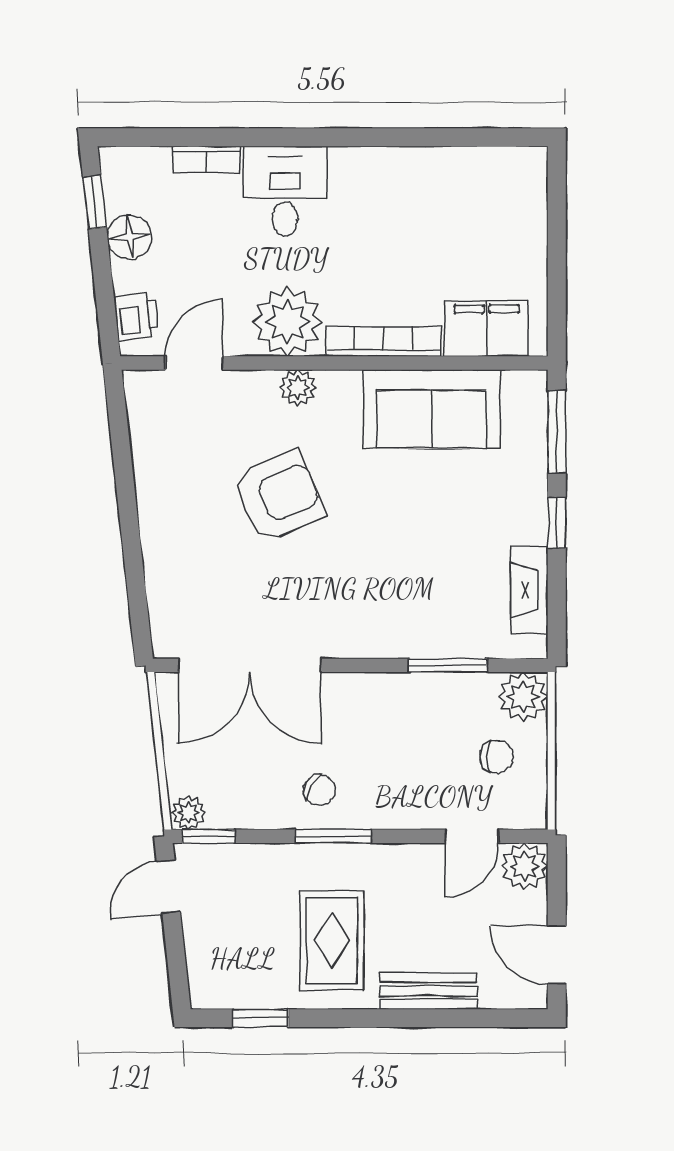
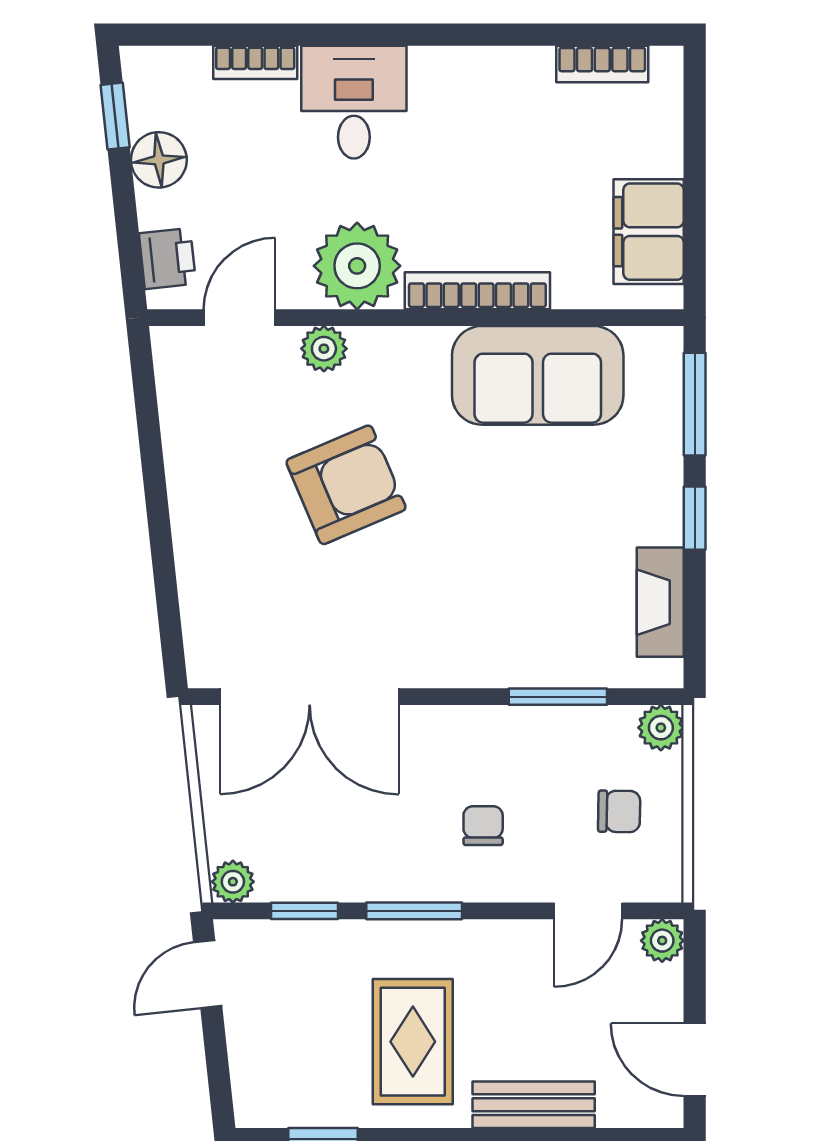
bookcase: (483, 161) -> (602, 64), added
filing cabinet: (487, 328) -> (649, 232), moved, turned -90
plant: (298, 388) -> (324, 349), moved
plant: (523, 697) -> (661, 728), width x0.73, depth x0.73
chair: (320, 790) -> (483, 826), moved, turned -121
window: (208, 836) -> (305, 911), moved
plant: (525, 866) -> (662, 941), width x0.73, depth x0.73

